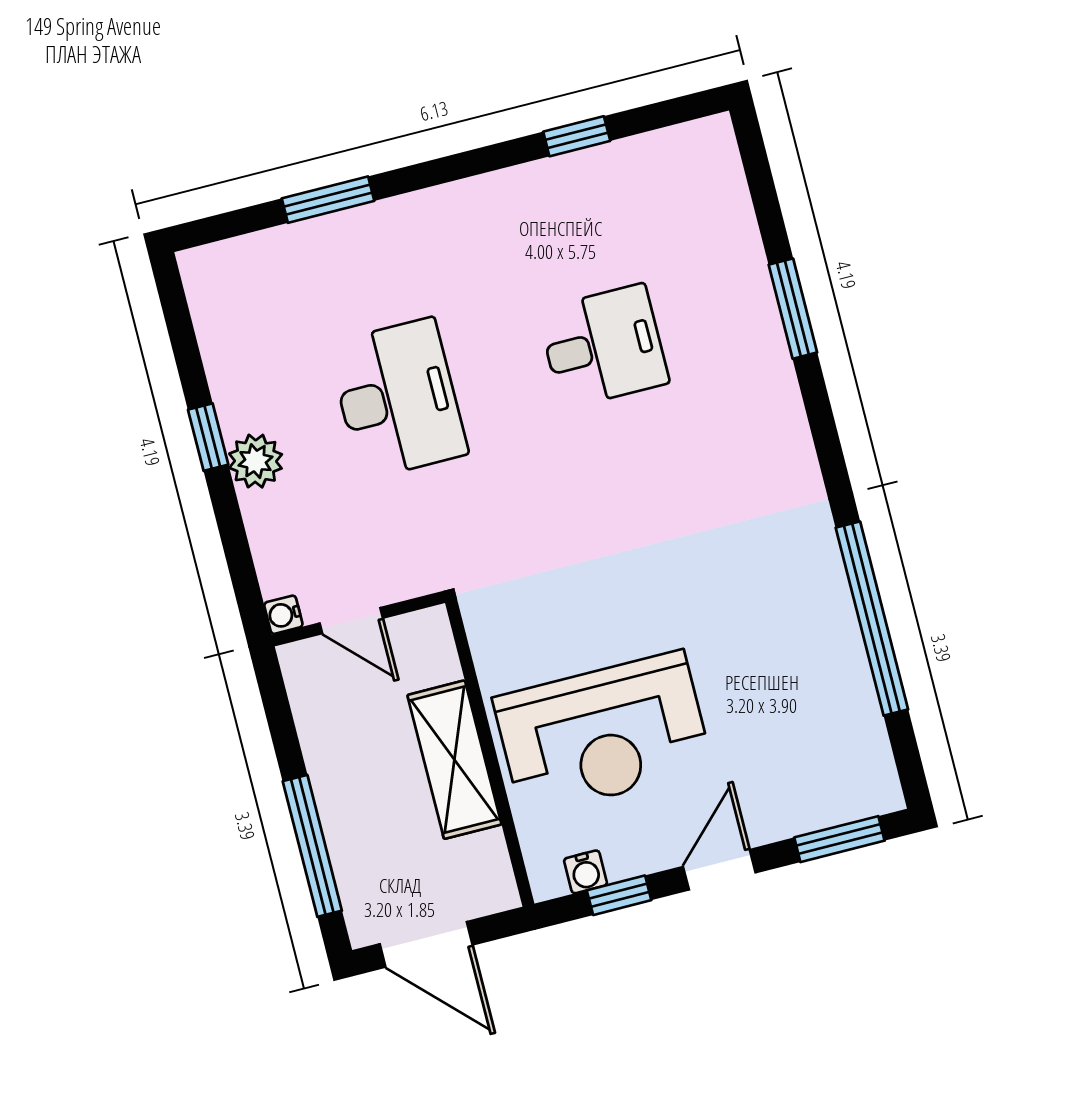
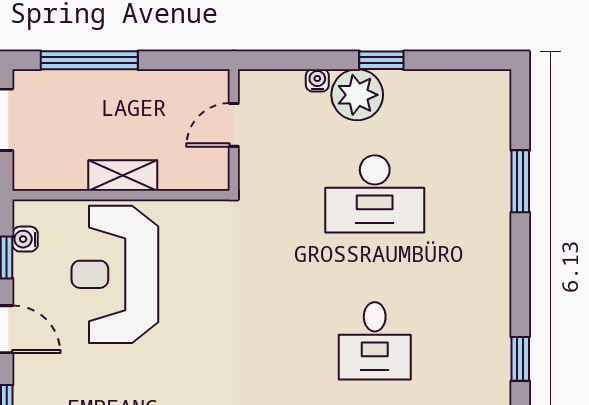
plant: (255, 461) -> (357, 95), width x1.36, depth x1.36
water cooler: (283, 615) -> (317, 80), moved
shelving: (454, 760) -> (123, 175), width x0.67, depth x0.75

